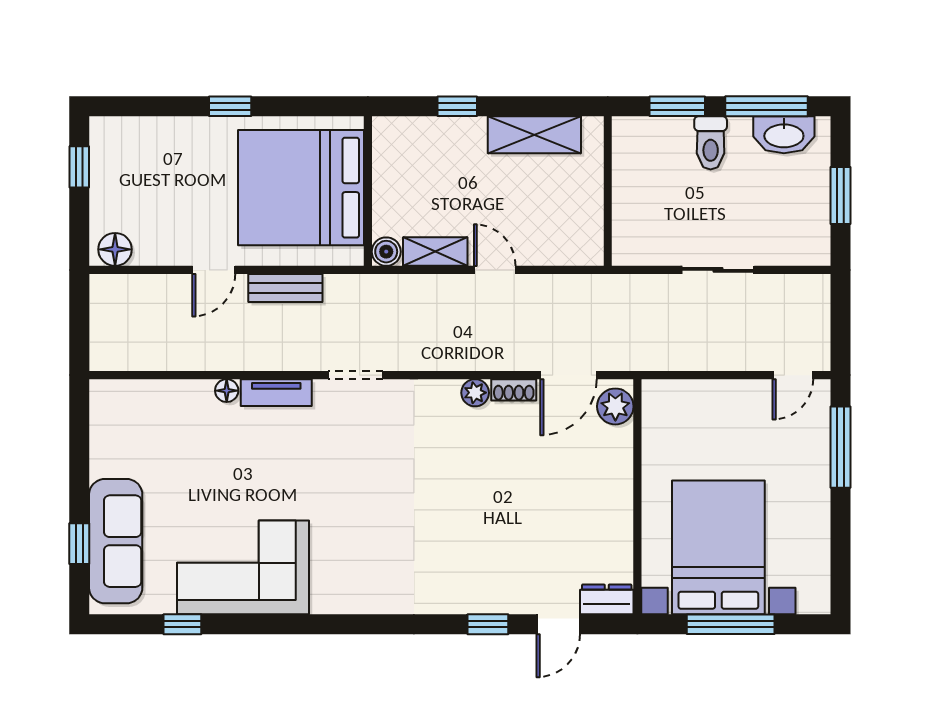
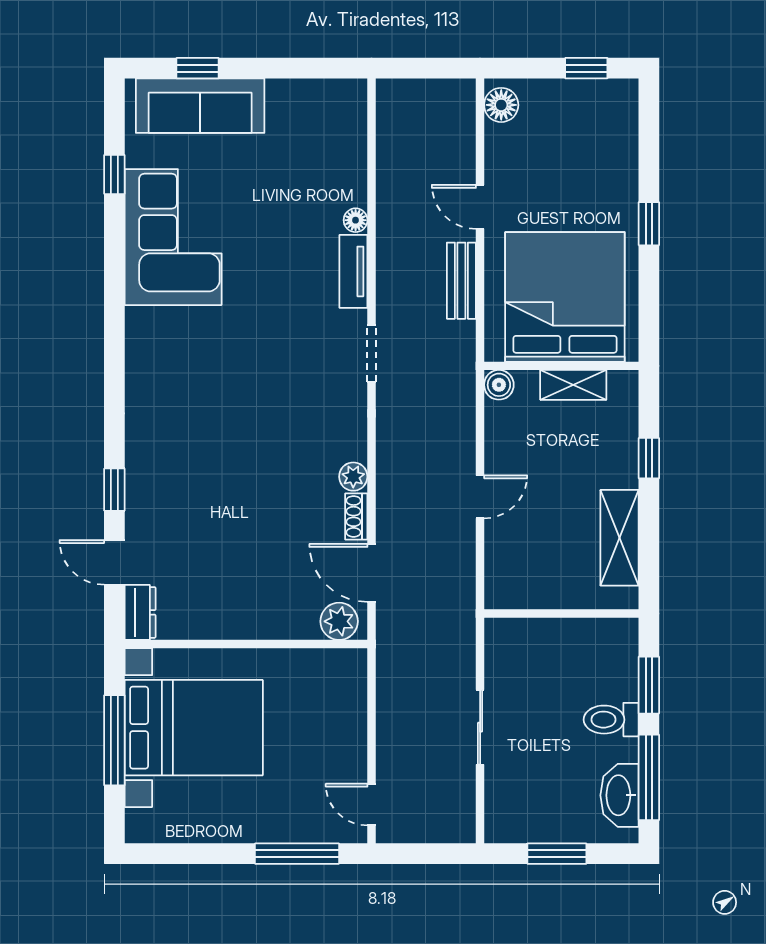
shelving: (435, 252) -> (573, 385), moved, turned 90

